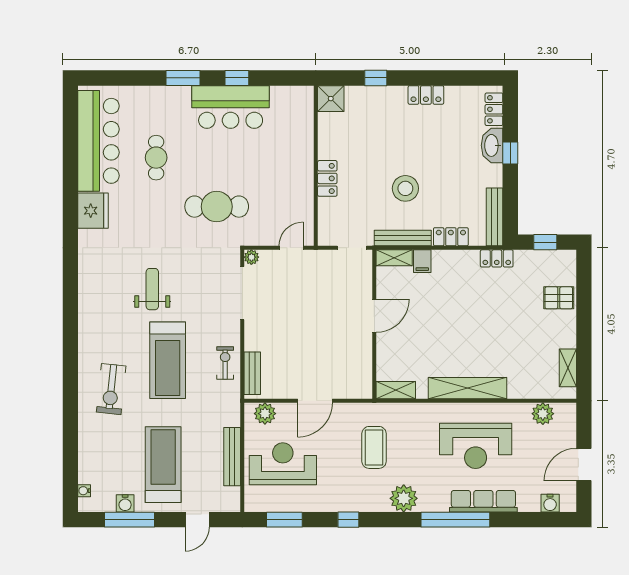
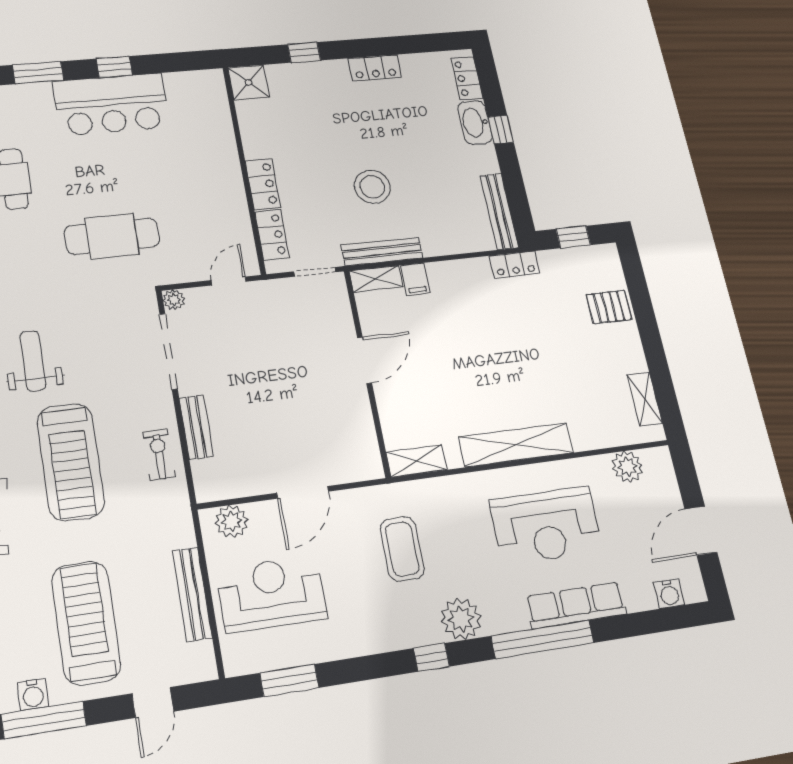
locker: (451, 237) -> (272, 235), moved, turned 90
bench: (252, 373) -> (196, 427), moved
window: (348, 520) -> (431, 657), moved

